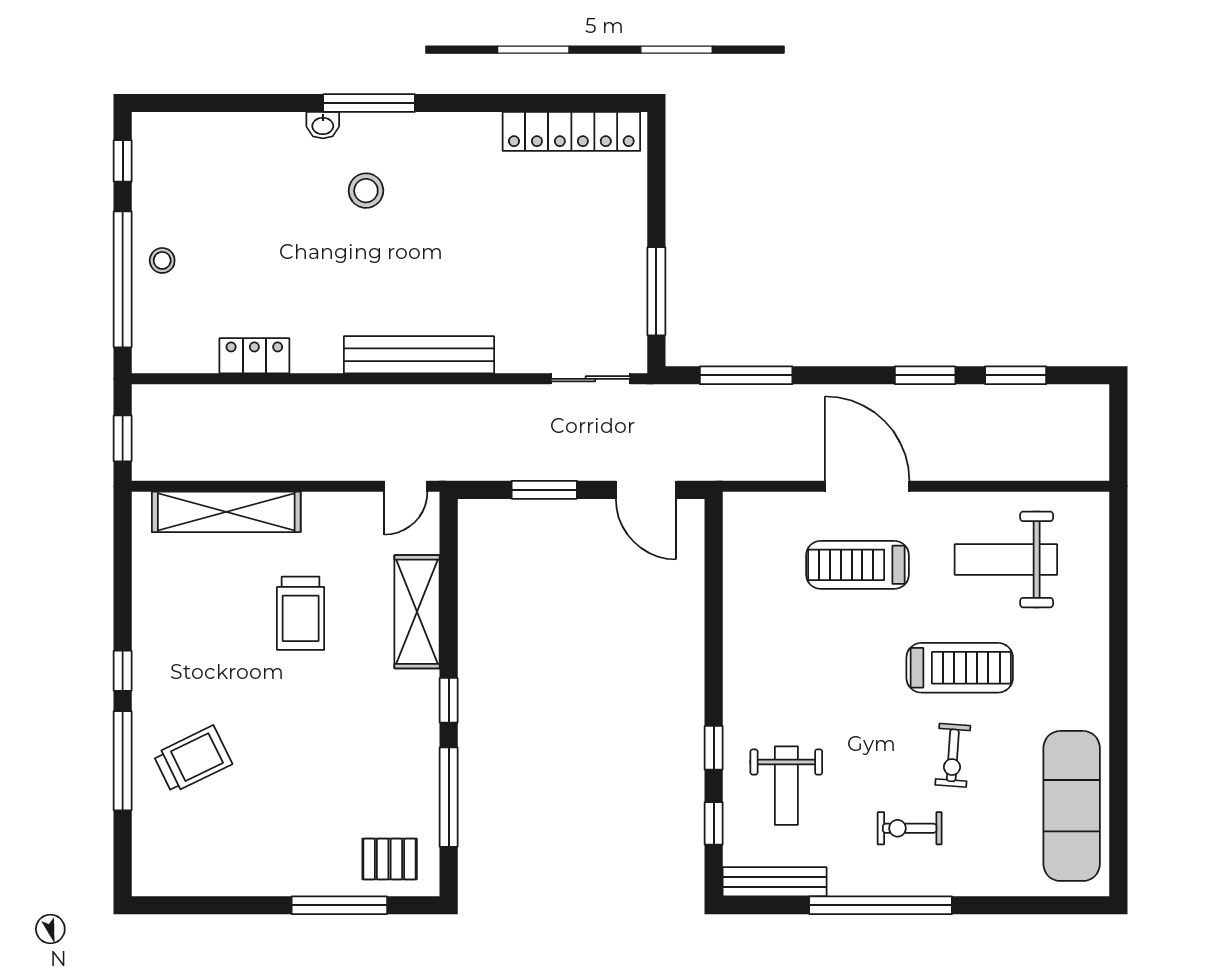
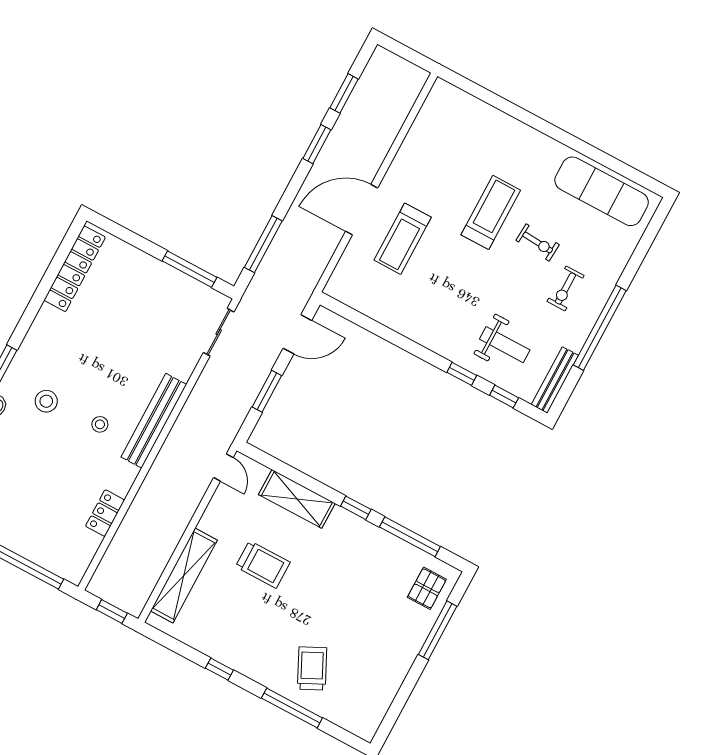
stool: (162, 260) -> (100, 424), moved
weight bench: (1006, 559) -> (444, 154), removed
window: (123, 671) -> (219, 669), moved

